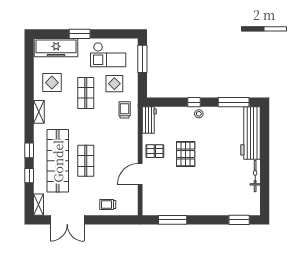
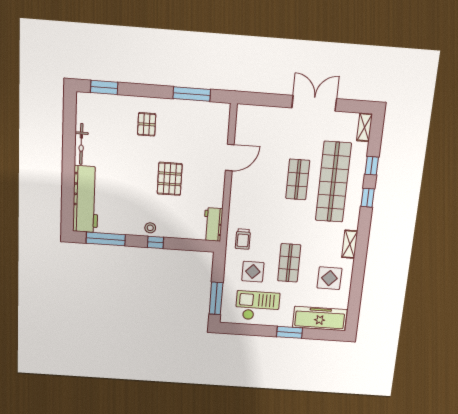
pallet: (155, 151) -> (147, 124), moved, turned 90
trolley: (108, 205) -> (275, 121), removed
double door: (67, 220) -> (314, 103), moved

